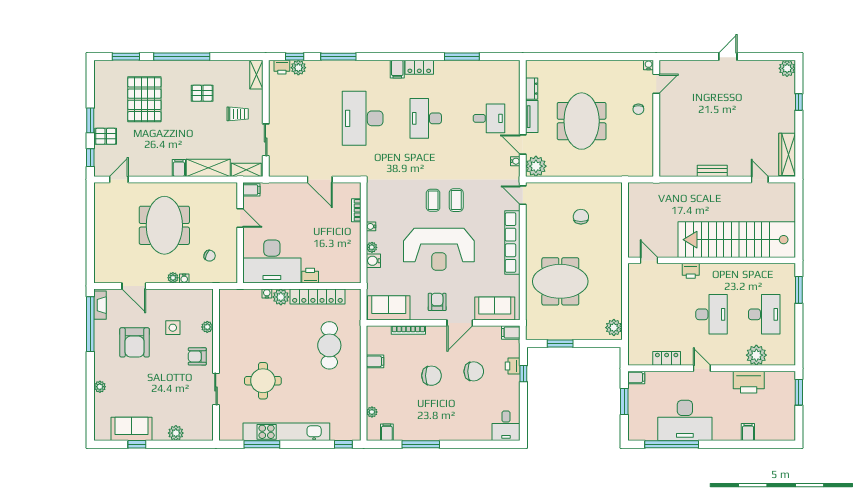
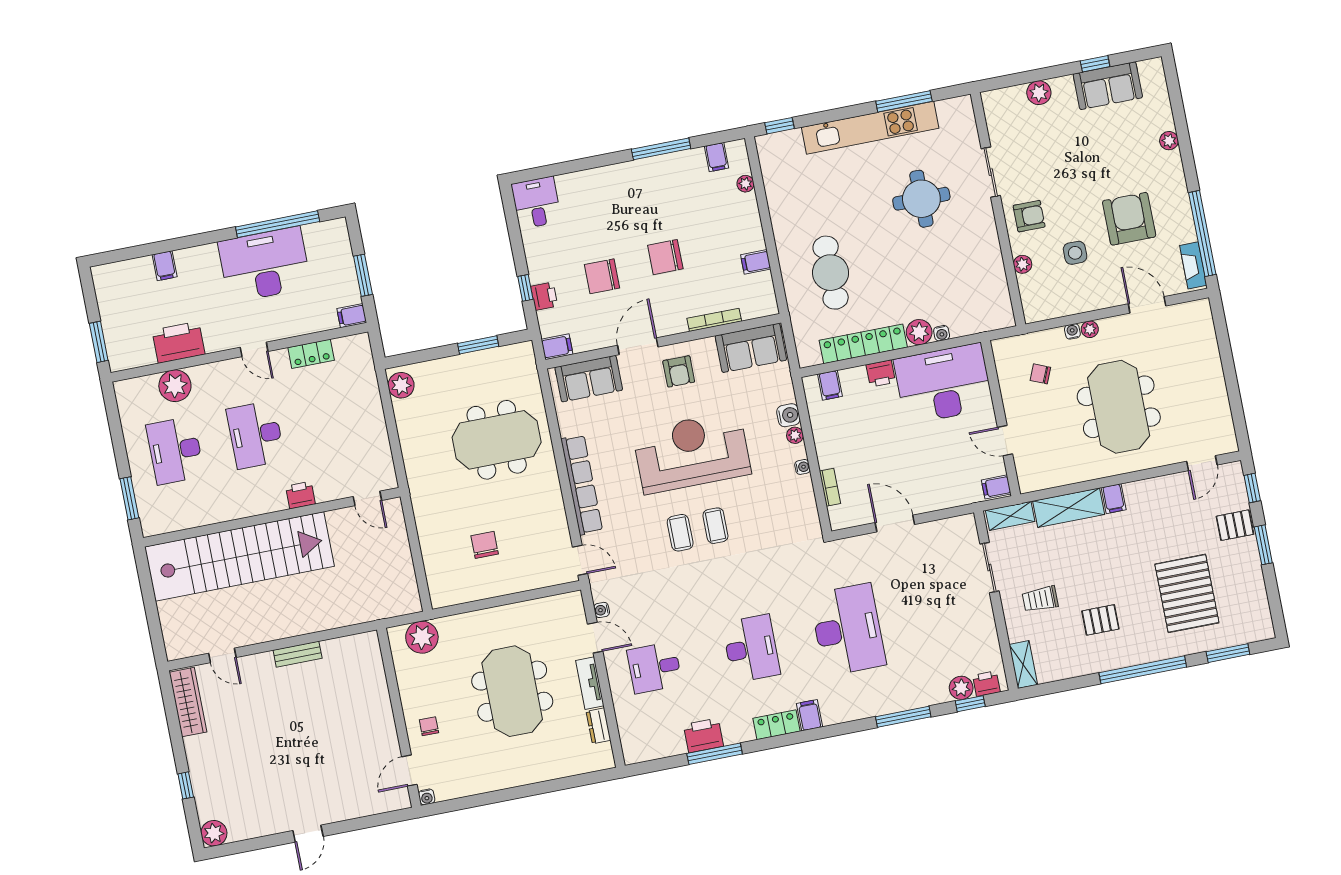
printer: (467, 70) -> (703, 735), added
plant: (536, 166) -> (422, 637), moved
chair: (581, 217) -> (485, 545), turned 180
filing cabinet: (344, 275) -> (830, 385), added

